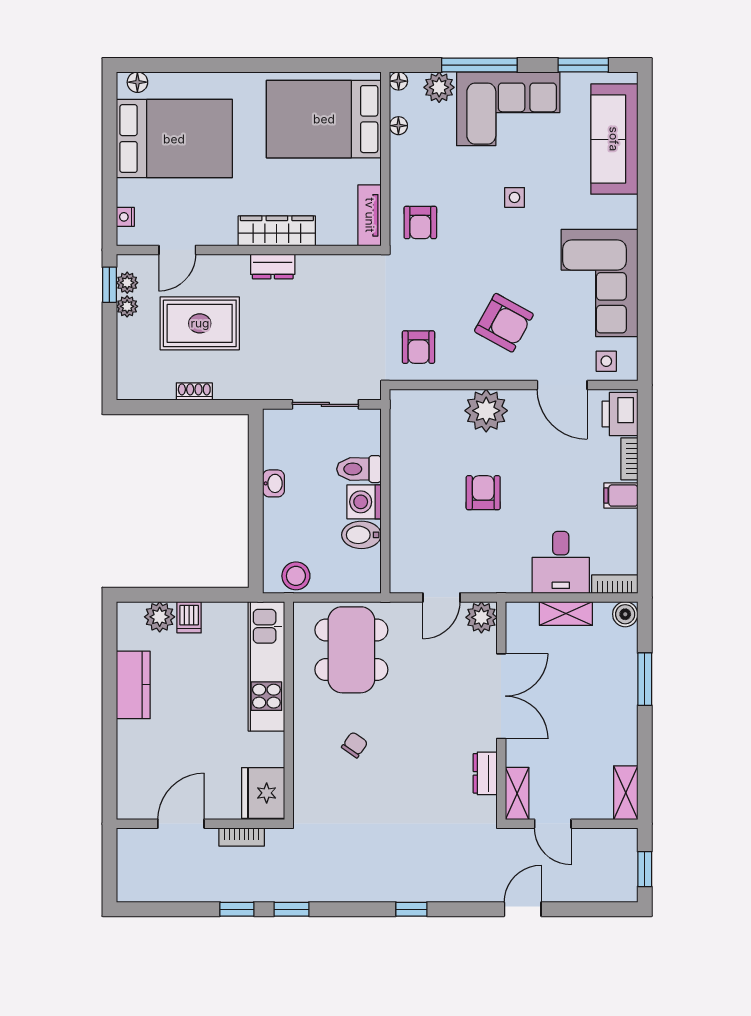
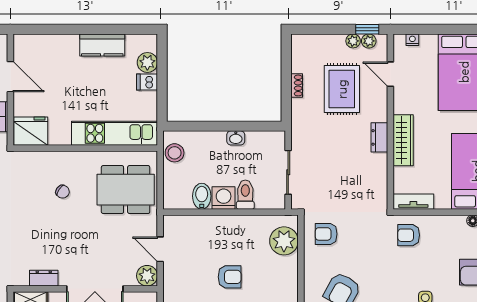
plant: (486, 411) -> (284, 241), moved

